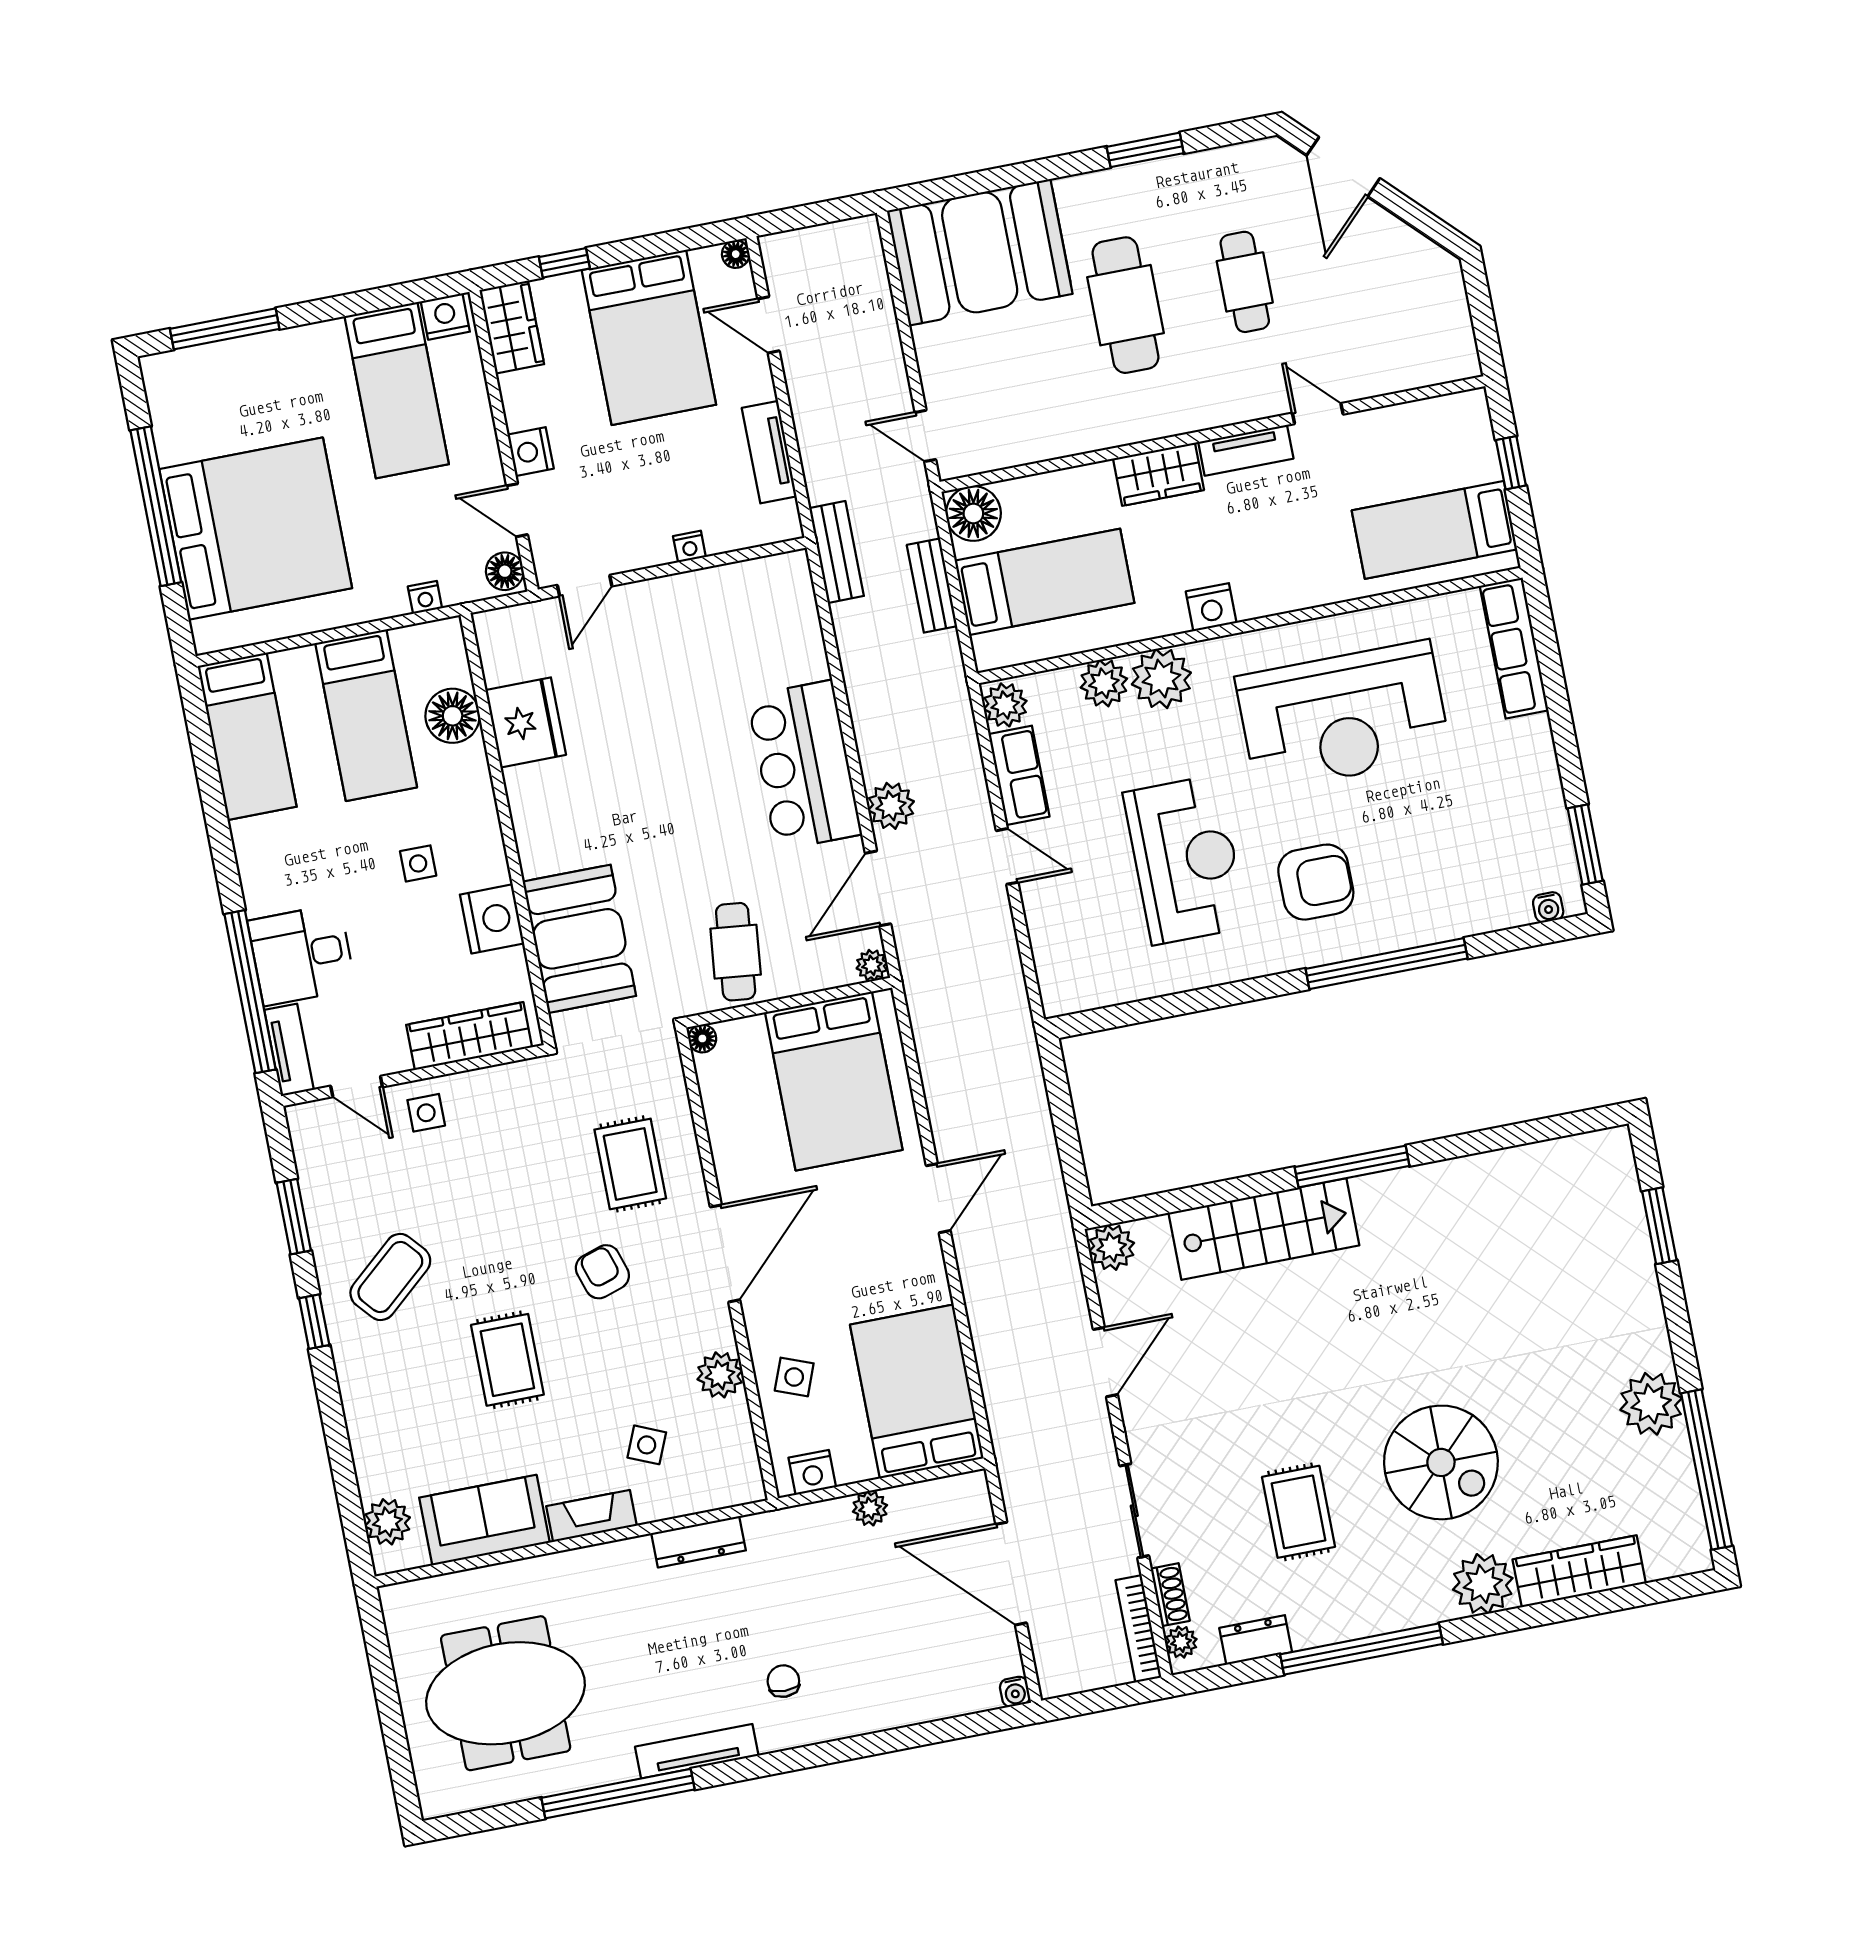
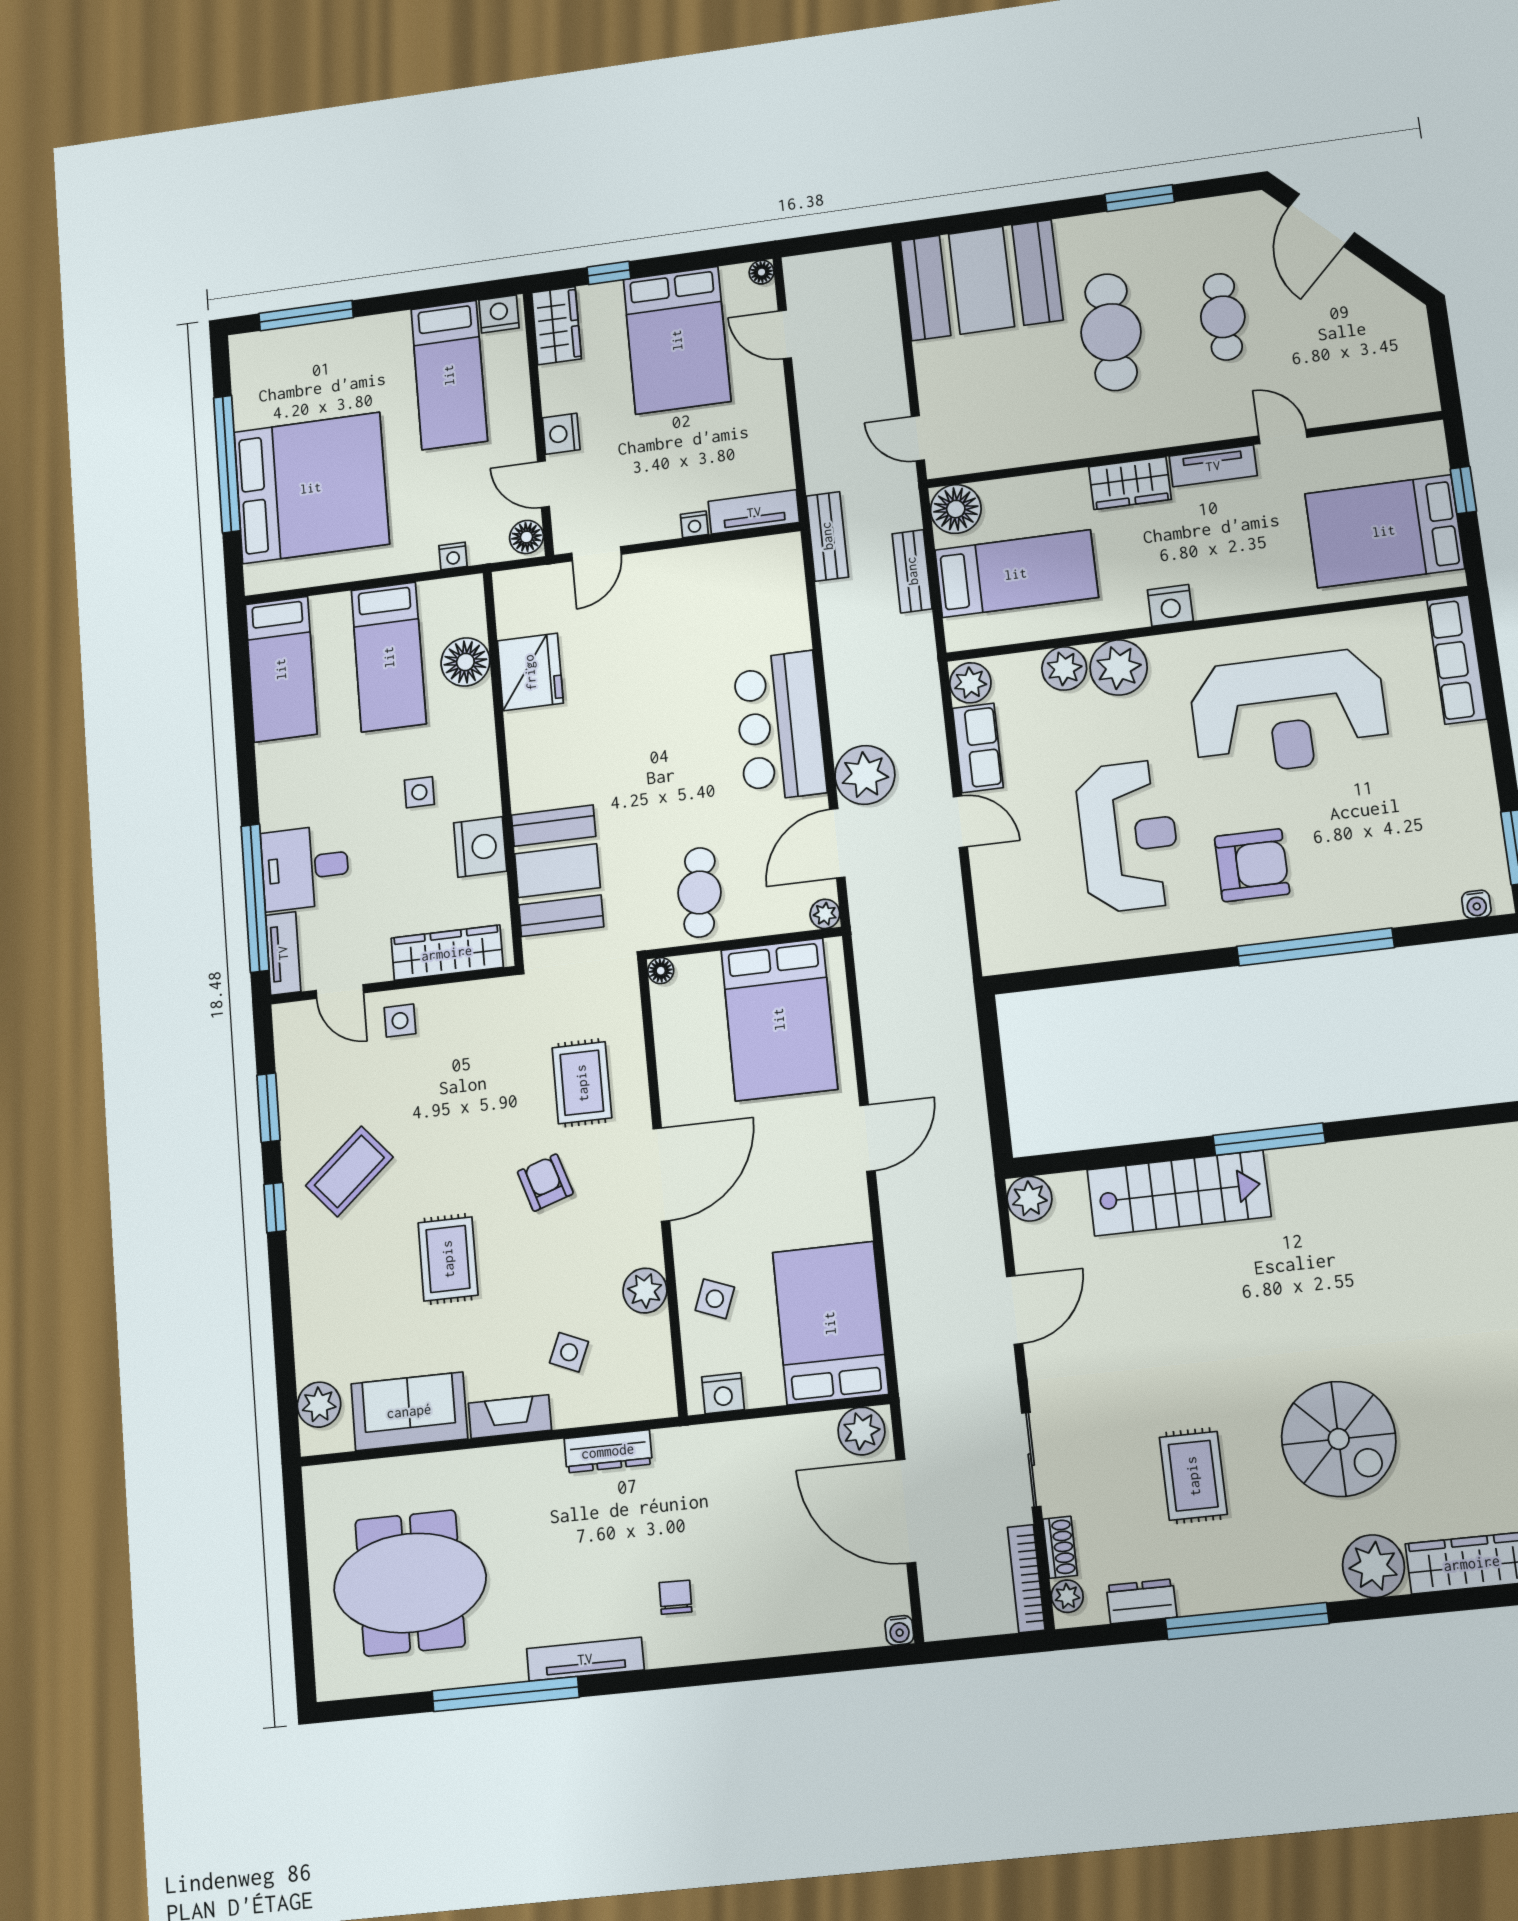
tv unit: (769, 452) -> (754, 512), moved, turned 90
bed: (1434, 530) -> (1384, 531), width x1.50
plant: (891, 806) -> (865, 775), width x1.36, depth x1.36
plant: (870, 1508) -> (861, 1431), moved, width x1.38, depth x1.38

